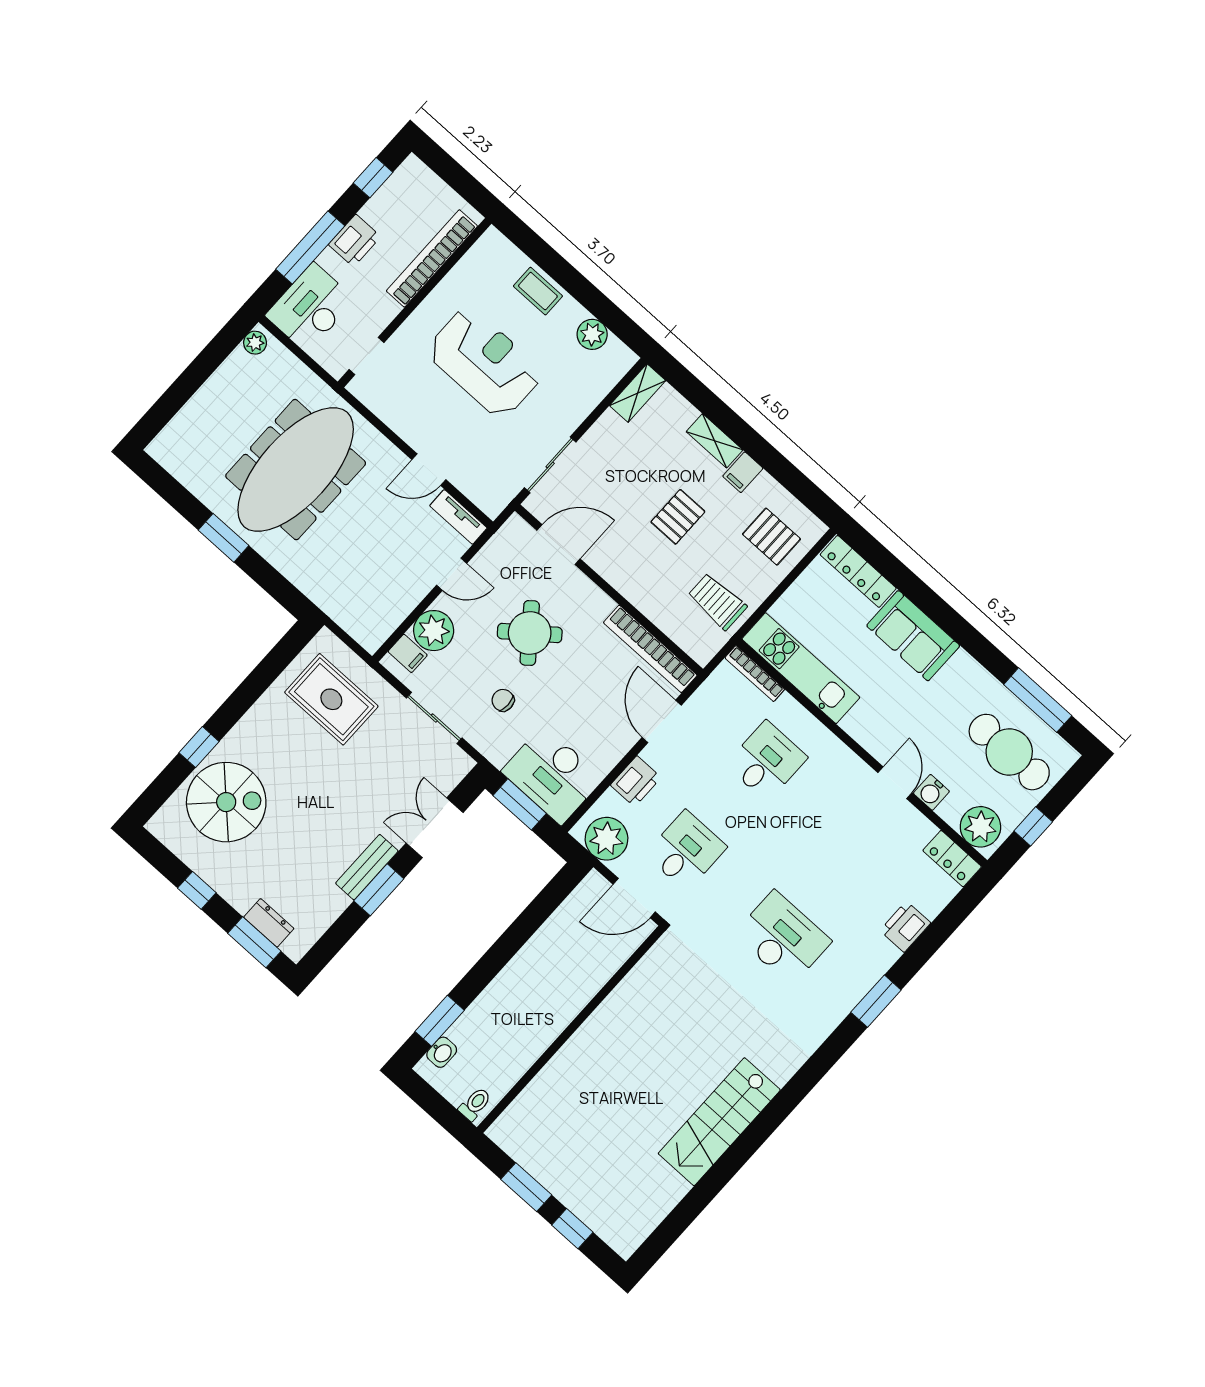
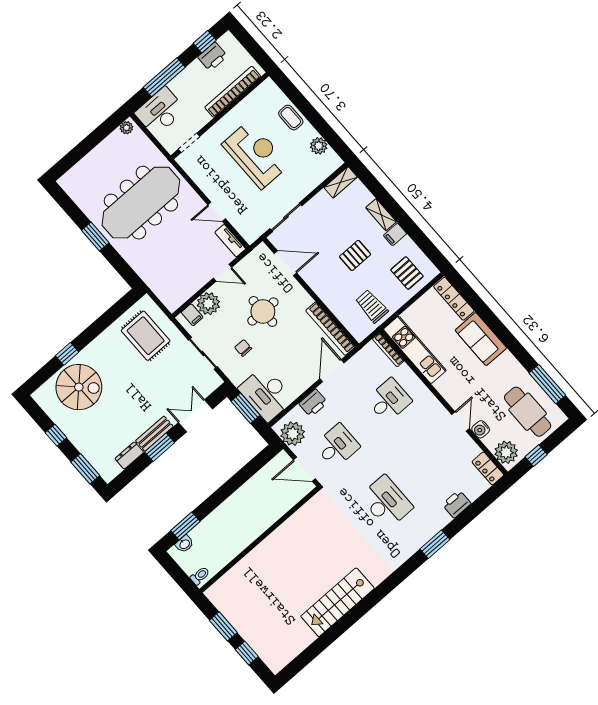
printer: (355, 241) -> (213, 57), moved
round table: (530, 633) -> (263, 311), turned 38
dresser: (269, 923) -> (129, 455), moved, turned -90

